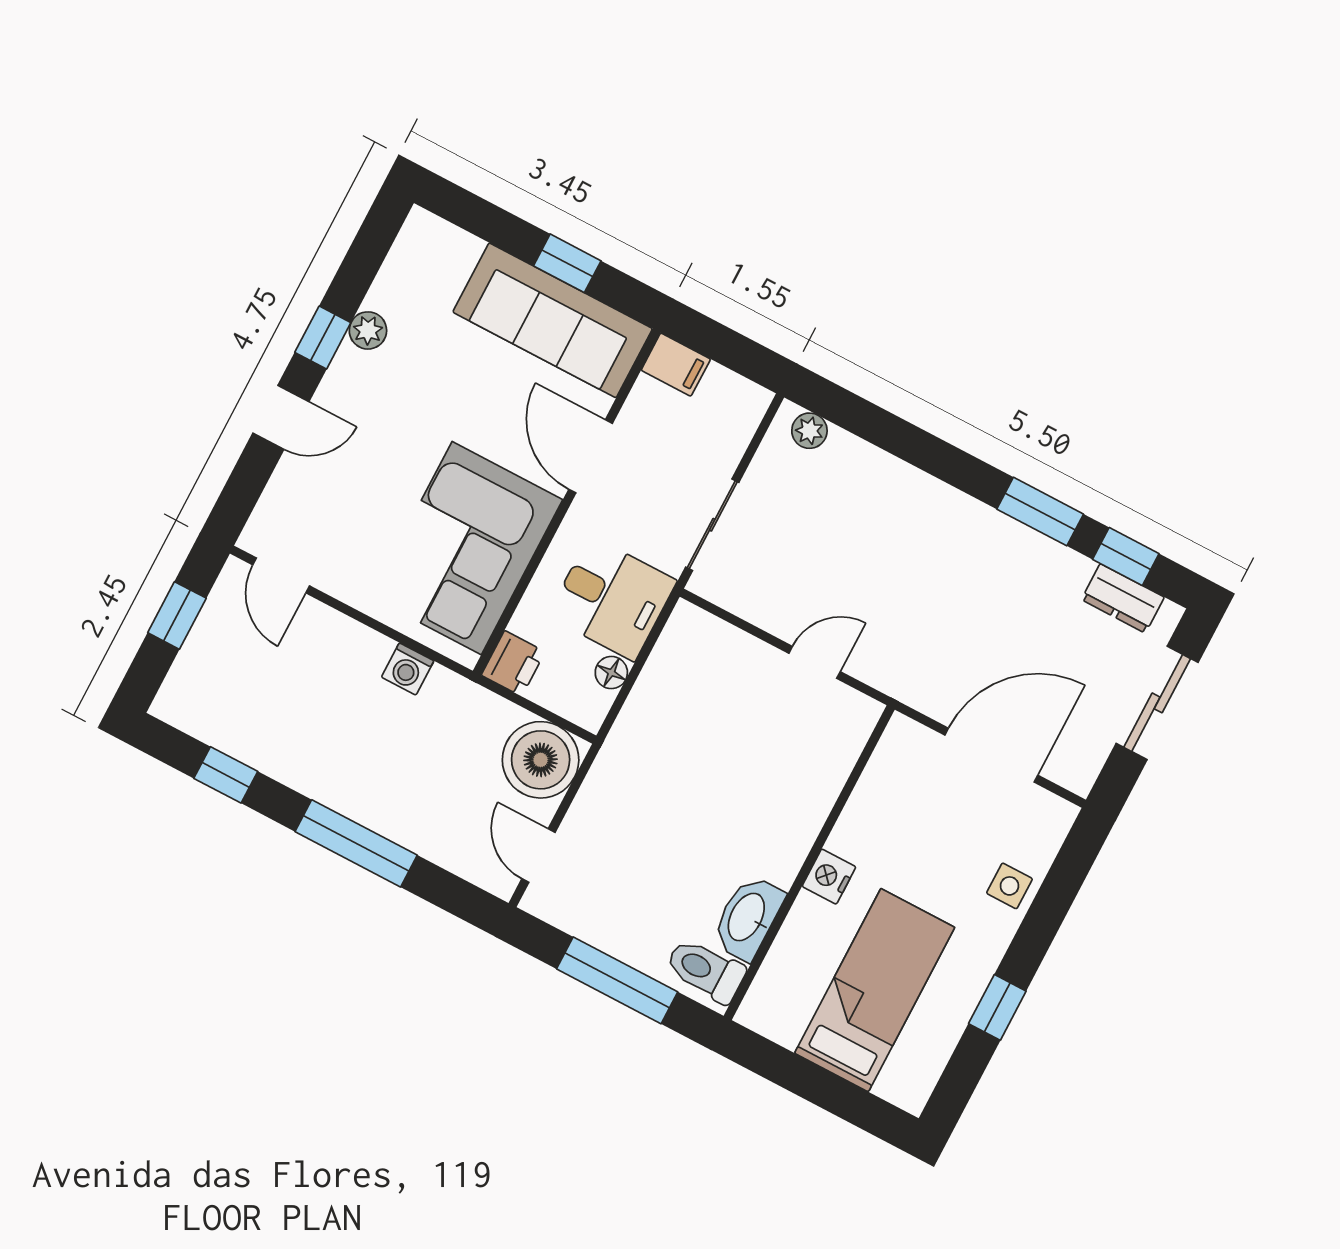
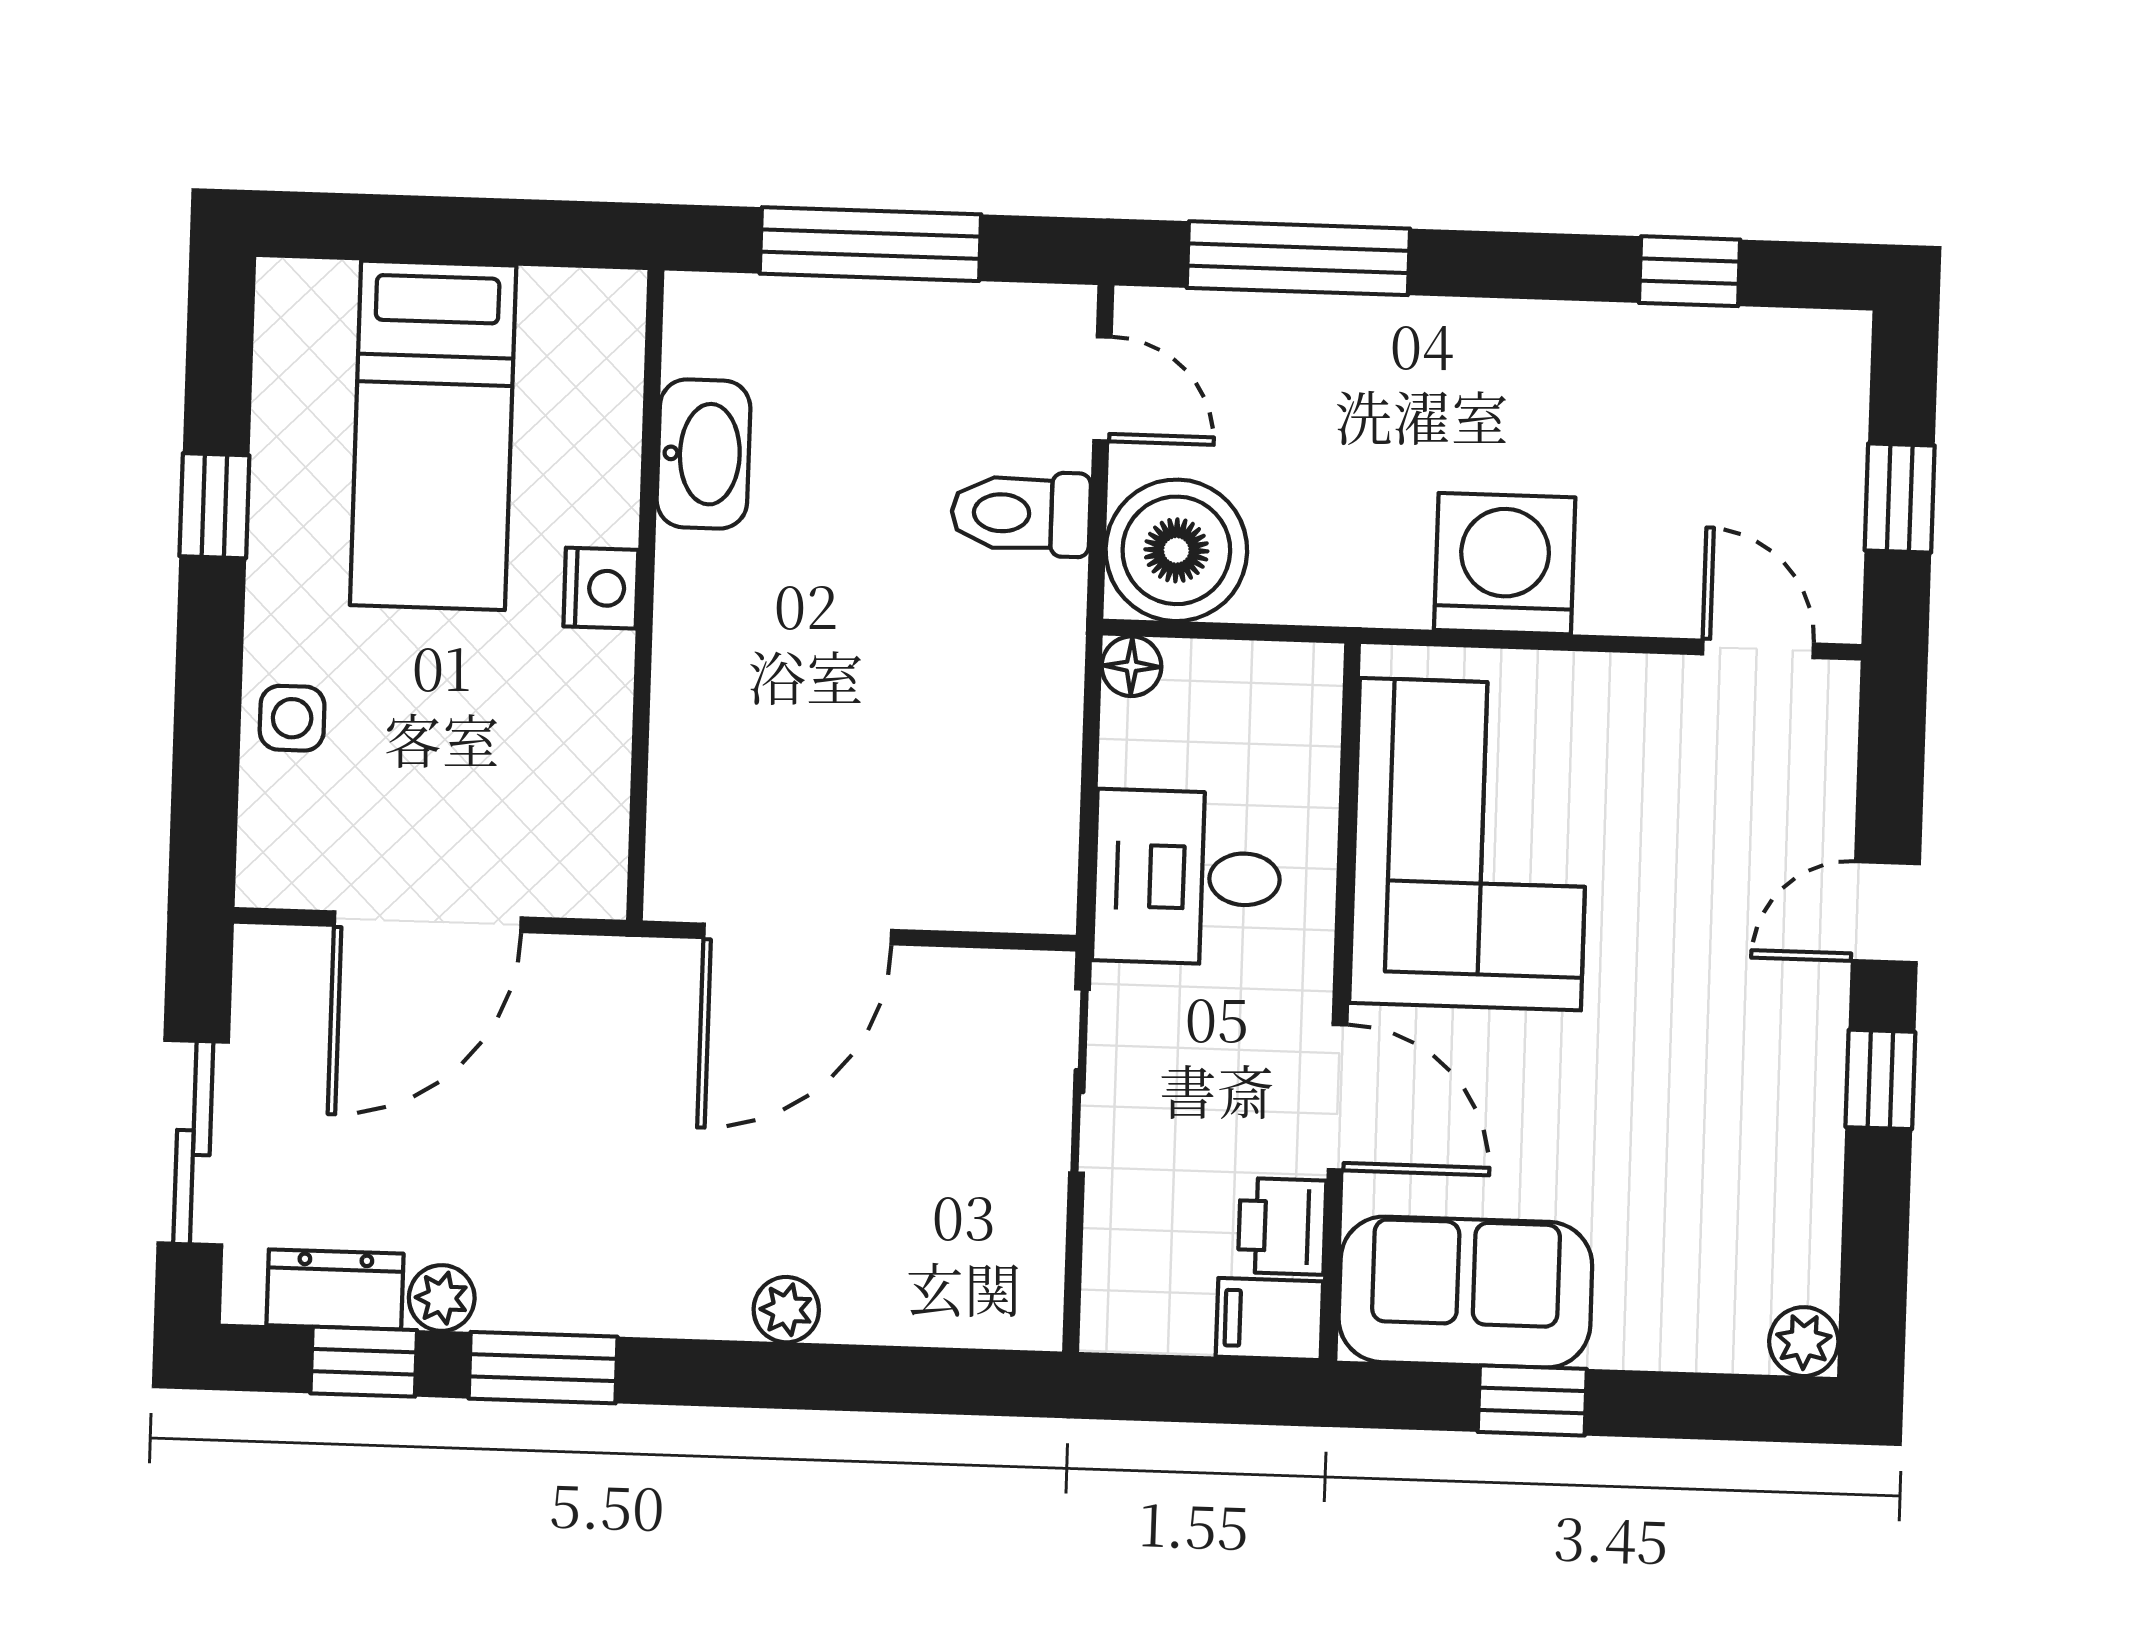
sofa: (553, 320) -> (1465, 1292), width x0.73
plant: (368, 330) -> (1804, 1342), moved
plant: (809, 431) -> (786, 1310), moved
plant: (1073, 569) -> (442, 1298), added
door: (815, 662) -> (798, 934), width x1.87
printer: (513, 663) -> (1282, 1226), moved
washing machine: (408, 669) -> (1505, 564), width x1.89, depth x1.89
floor lamp: (611, 673) -> (1131, 666), moved
window: (356, 843) -> (1298, 258), moved
toilet: (705, 970) -> (1021, 513), moved, turned 180

